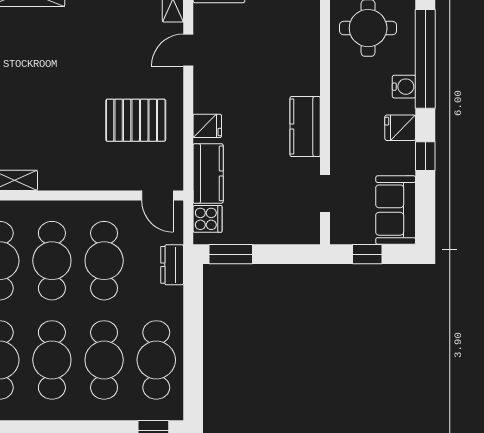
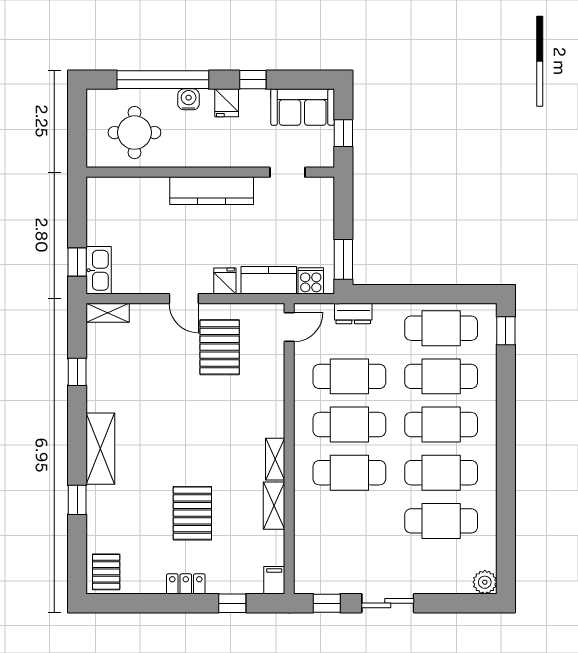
door: (188, 50) -> (184, 299), moved
kitchen counter: (305, 127) -> (212, 191), width x1.50

